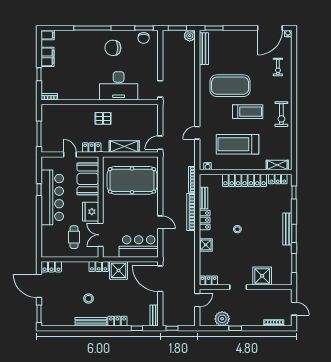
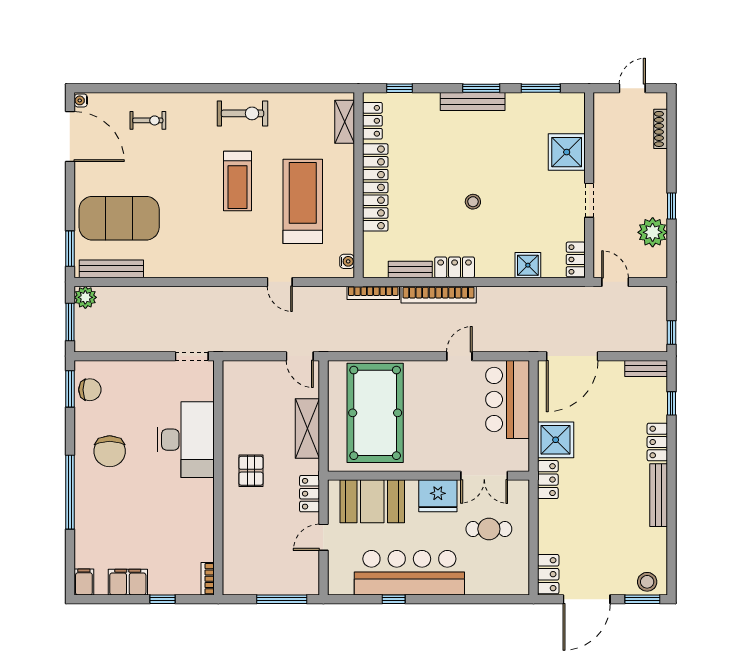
exercise mat: (230, 86) -> (119, 218), moved, turned 90
treadmill: (248, 112) -> (238, 181), turned 180
treadmill: (238, 144) -> (303, 201), turned 180
shower: (206, 245) -> (528, 265), moved
stool: (88, 299) -> (647, 582), moved

